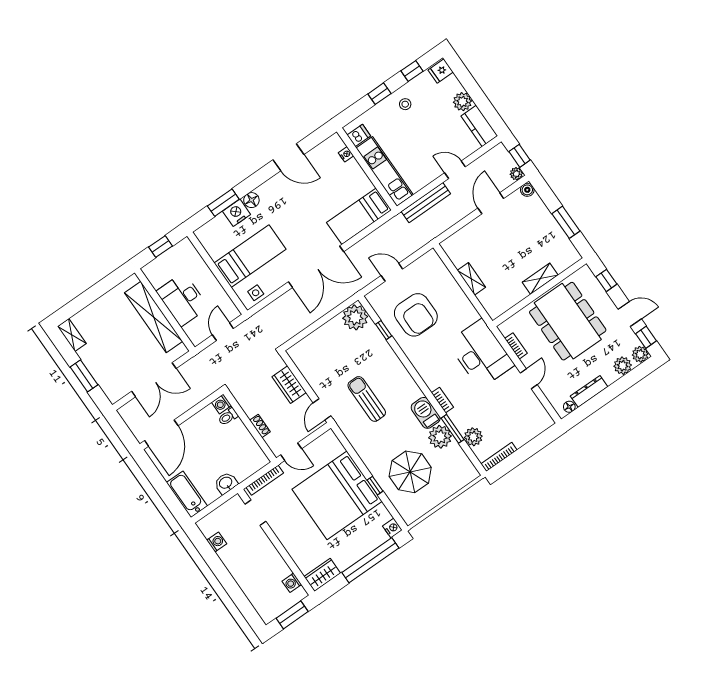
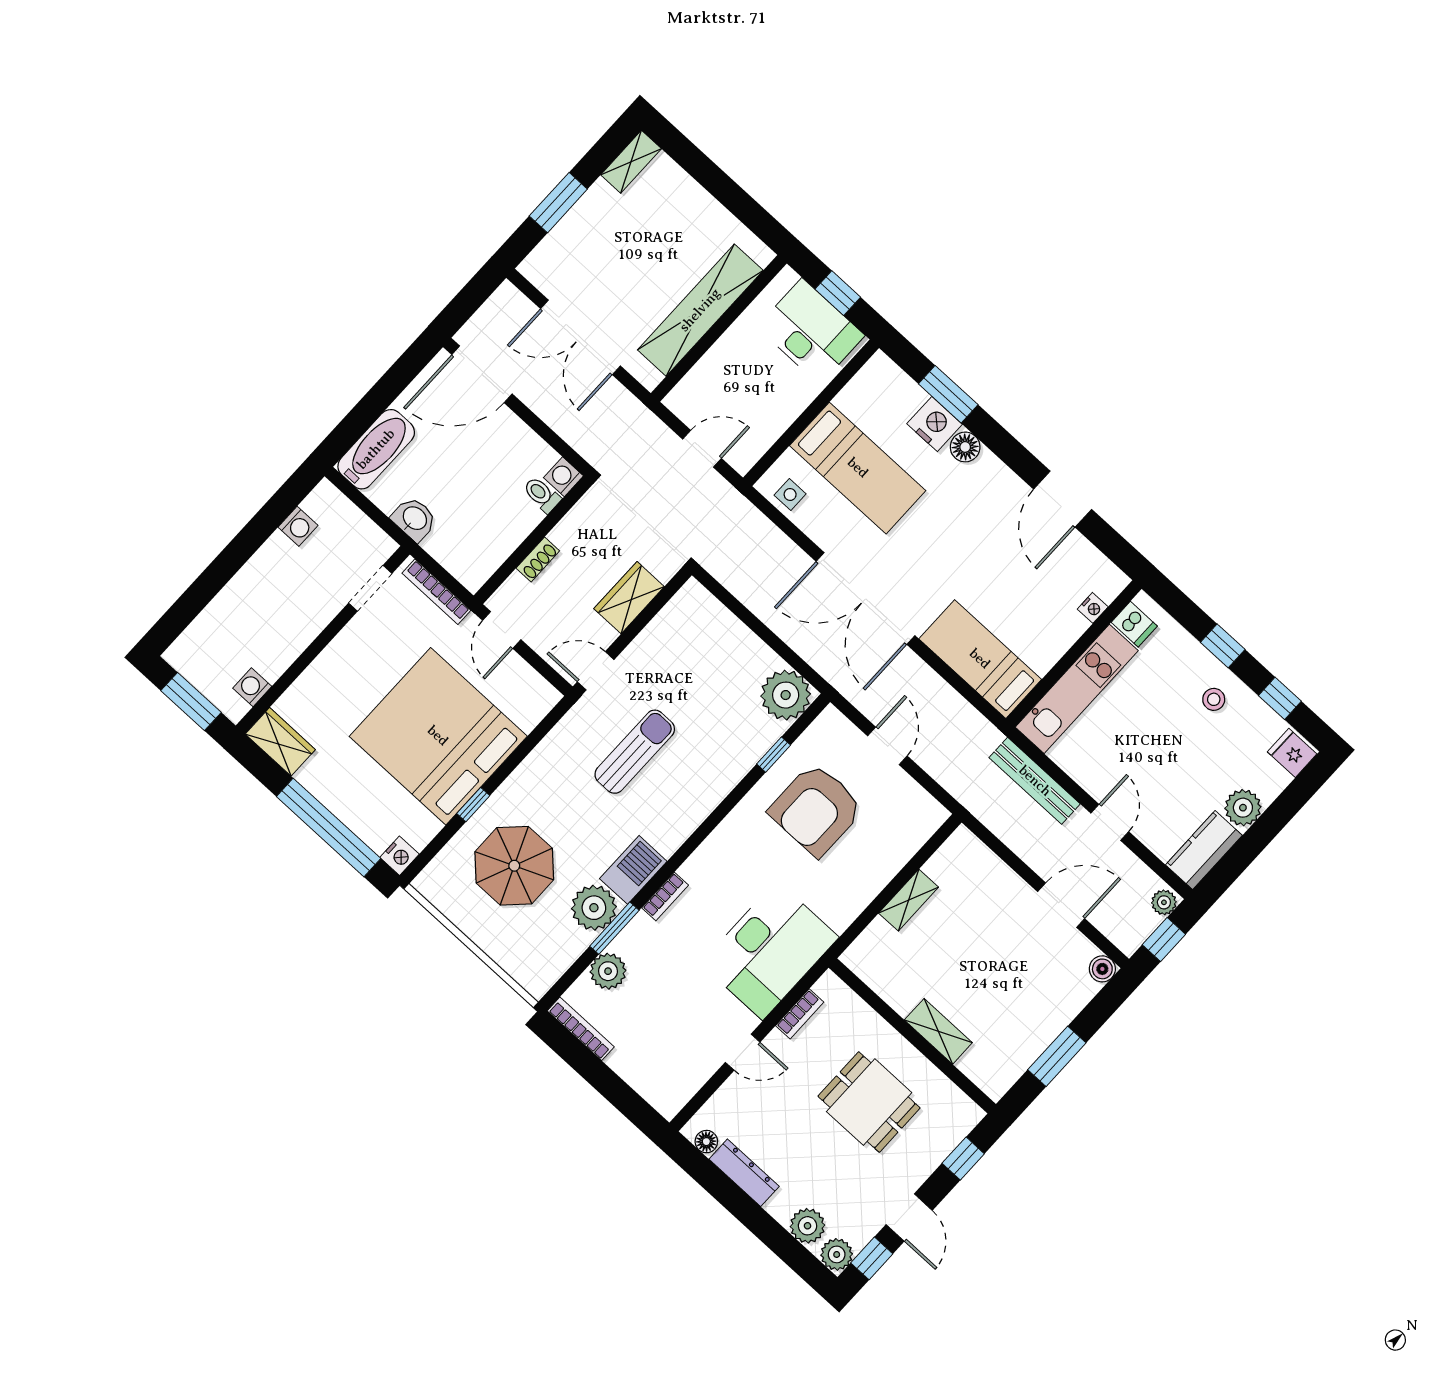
plant: (516, 174) -> (1164, 902), moved
desk: (182, 299) -> (811, 331), moved, turned 90
dining table: (568, 321) -> (869, 1102), width x0.53, depth x0.80

